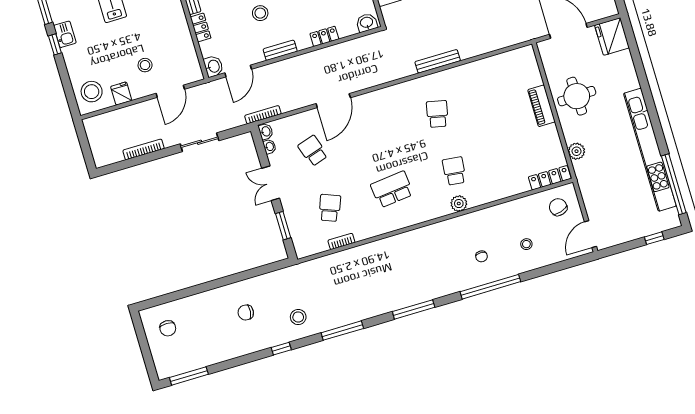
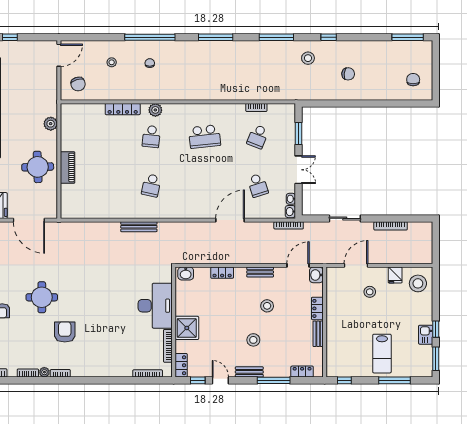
locker: (550, 178) -> (123, 109), moved

